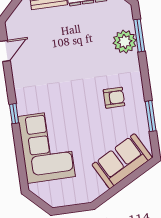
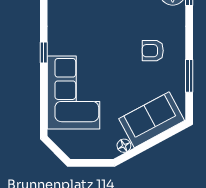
armchair: (114, 98) -> (153, 51), turned 180
floor lamp: (100, 189) -> (124, 146), added

